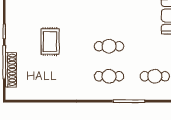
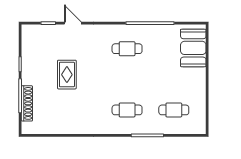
cafe table: (109, 46) -> (127, 49), moved

